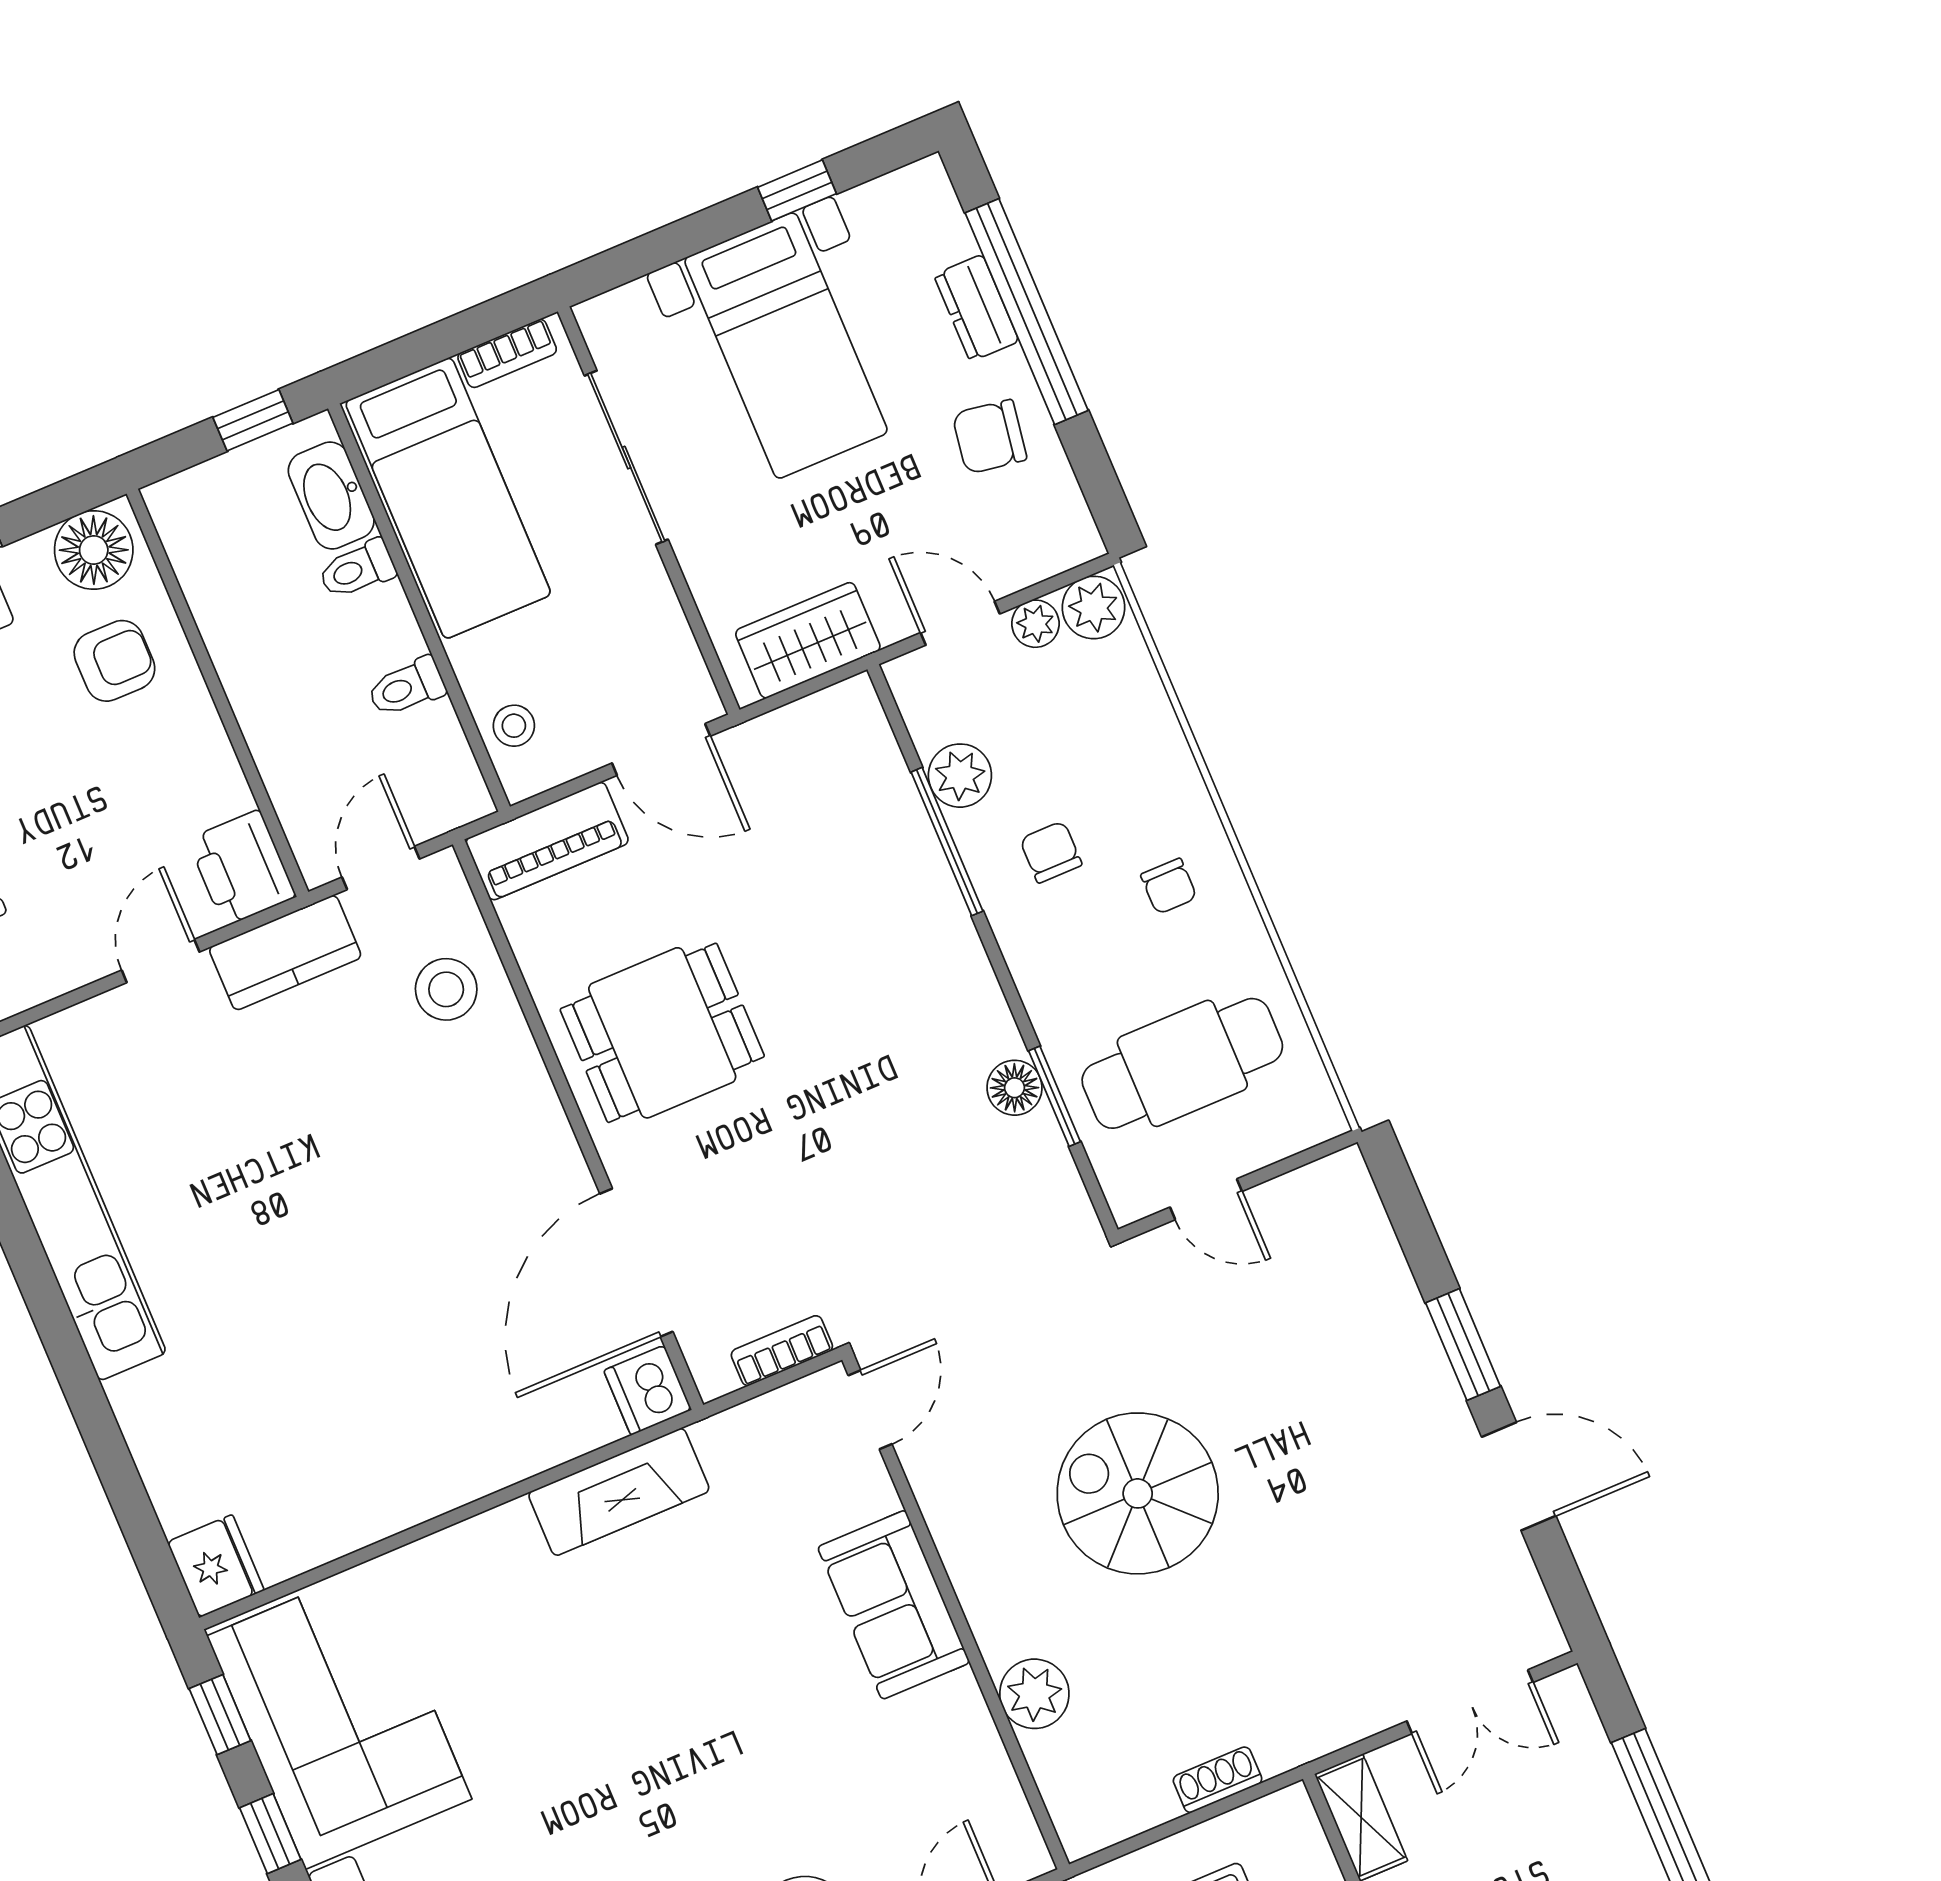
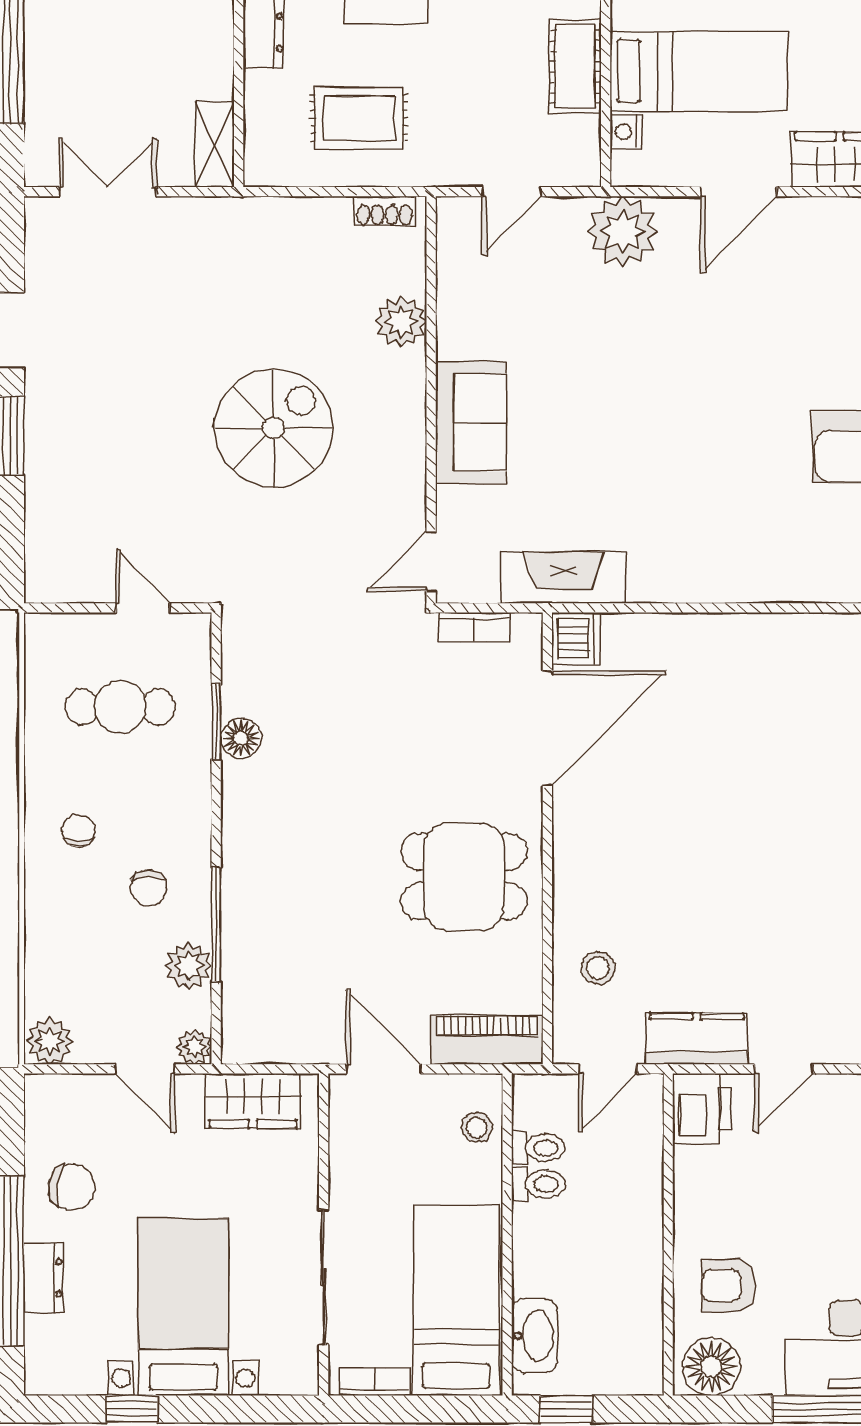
toilet: (357, 569) -> (538, 1148), moved
plant: (1035, 624) -> (194, 1047), moved
stool: (446, 989) -> (598, 968), width x0.73, depth x0.73
cafe table: (1182, 1063) -> (120, 707), width x0.73, depth x0.74
fireplace: (619, 1492) -> (564, 578), moved
spiral stairs: (1138, 1493) -> (274, 428), turned -90
shoe rack: (1218, 1780) -> (385, 211), moved

